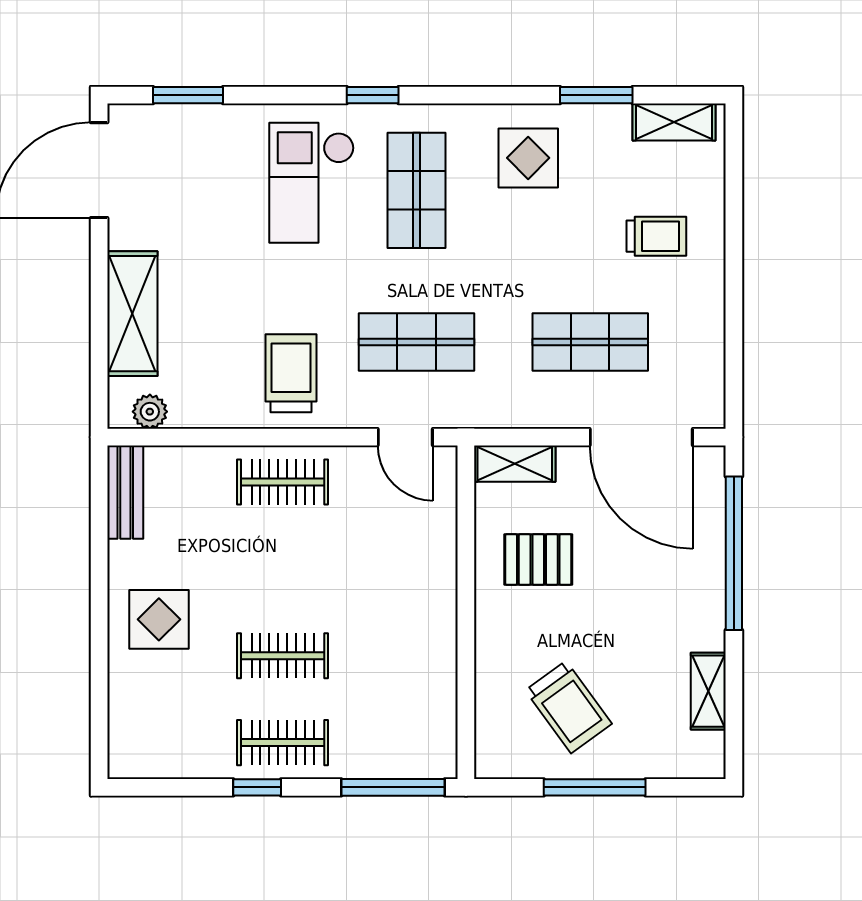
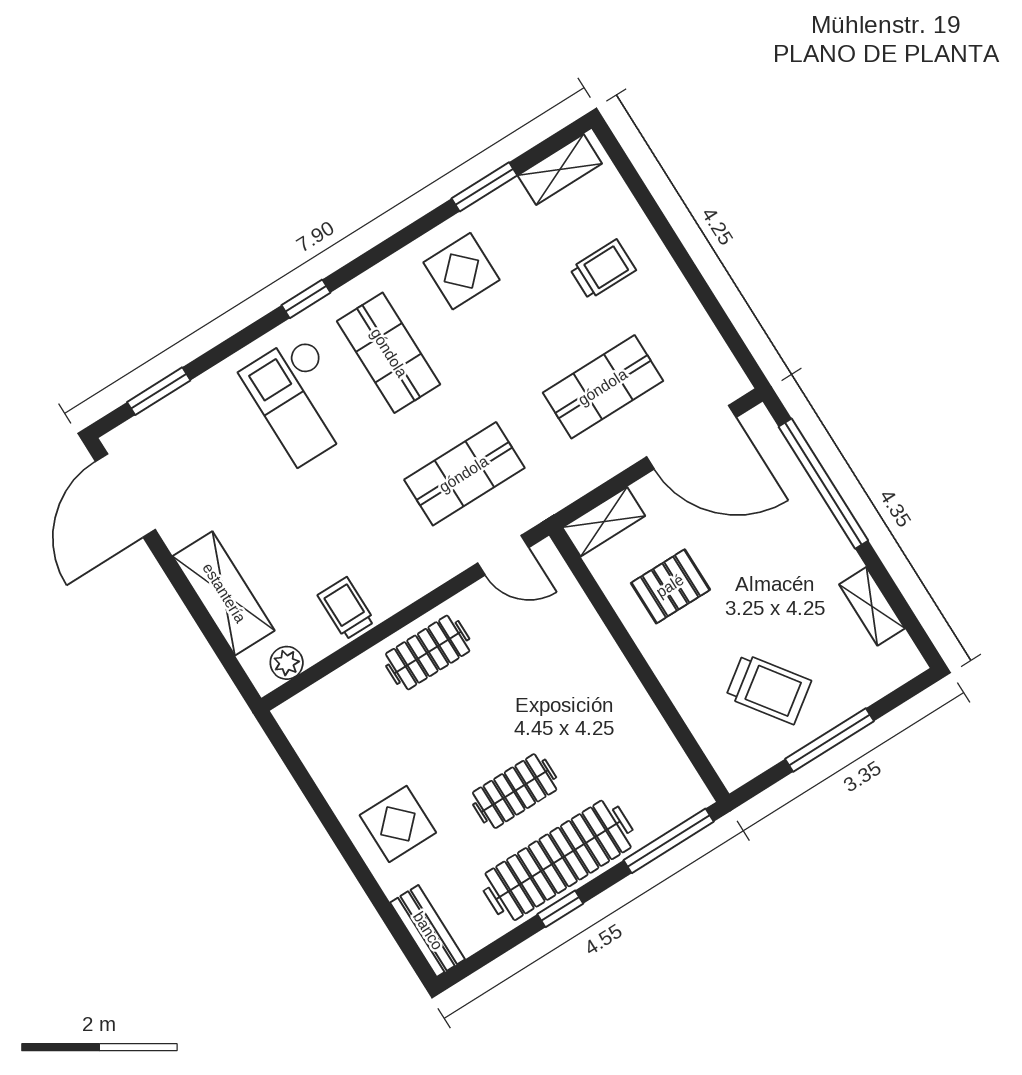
trolley: (291, 373) -> (346, 608), moved, width x0.73, depth x0.72
bench: (125, 492) -> (428, 931), moved
clothes rail: (283, 743) -> (558, 860), width x1.86, depth x1.31

